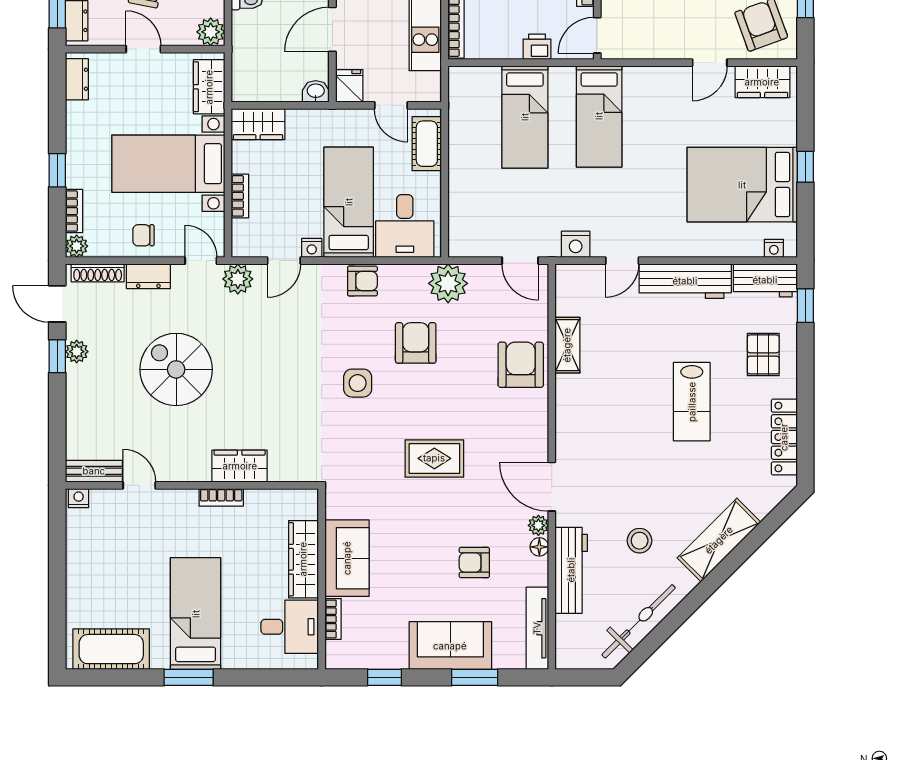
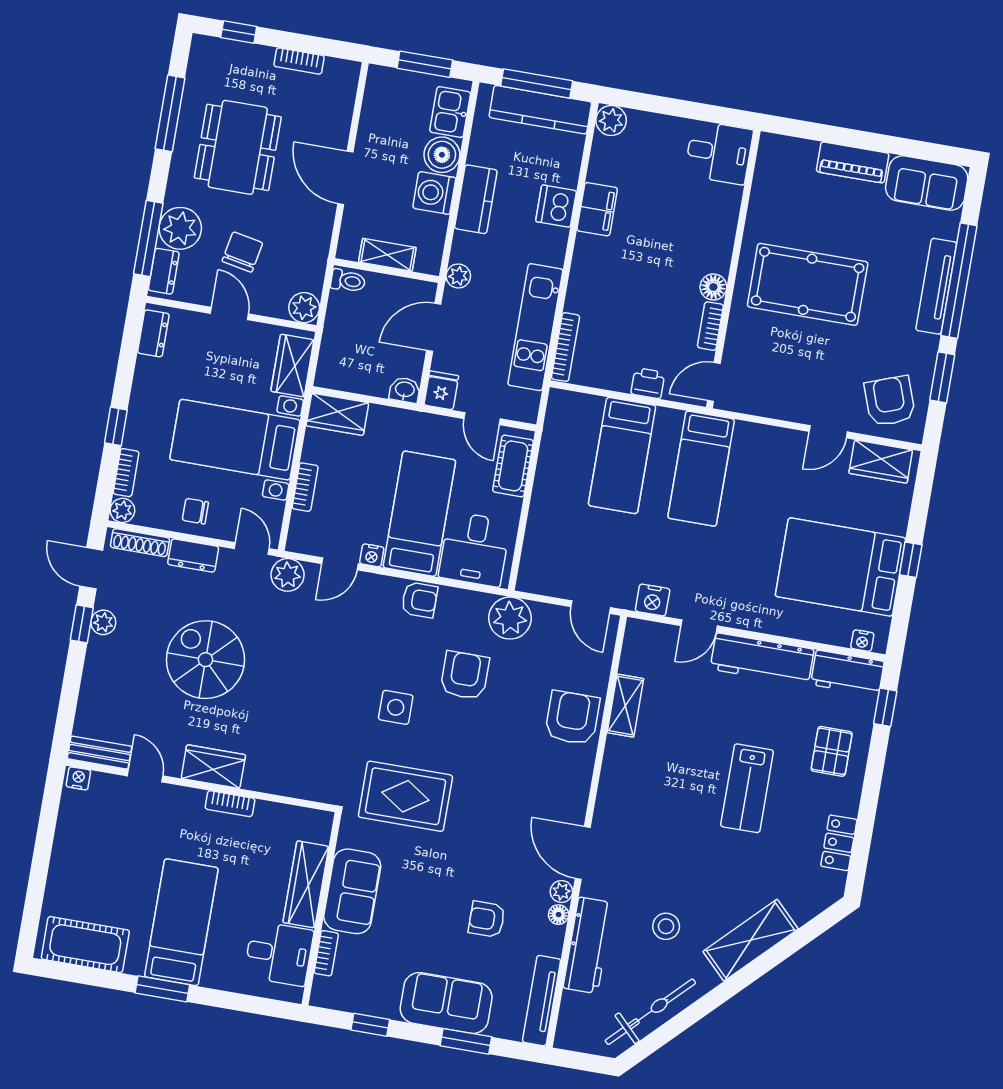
locker: (784, 437) -> (839, 843), width x0.66
rug: (434, 458) -> (405, 796), moved, width x1.36, depth x1.43
wardrobe: (240, 466) -> (213, 767), moved

